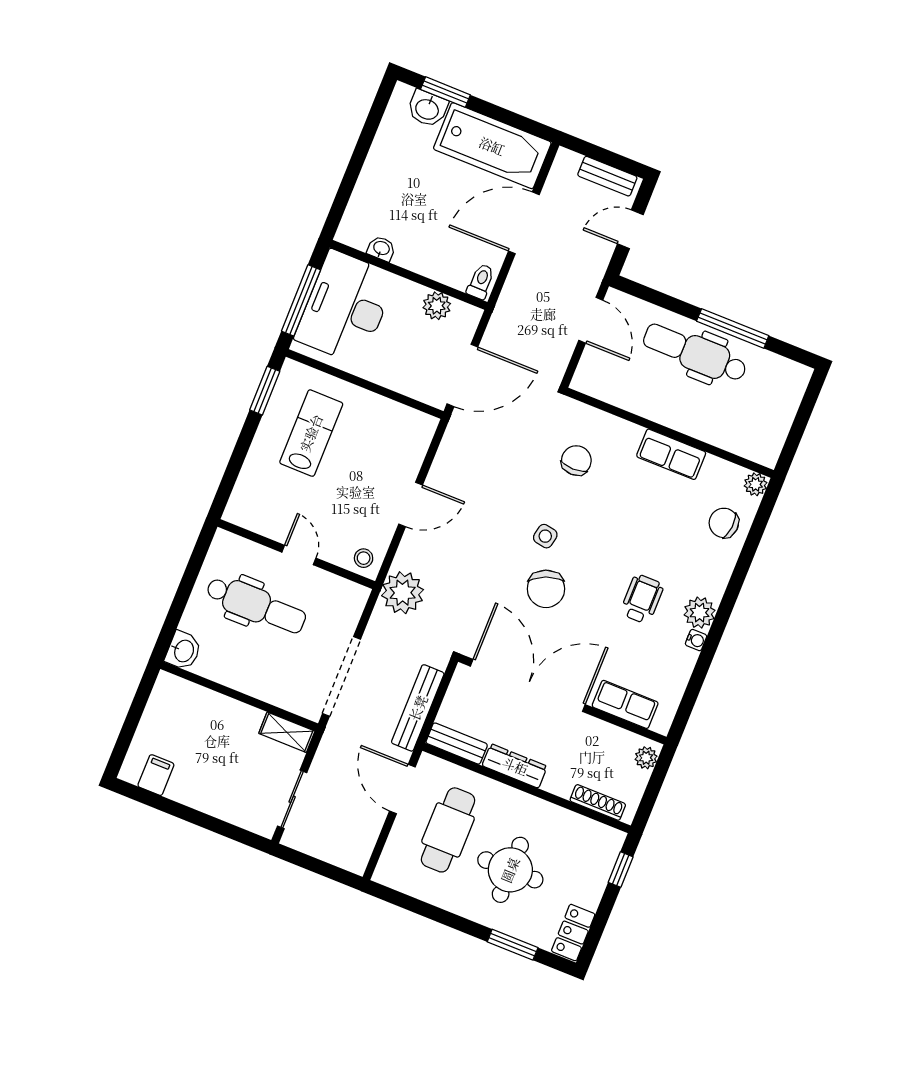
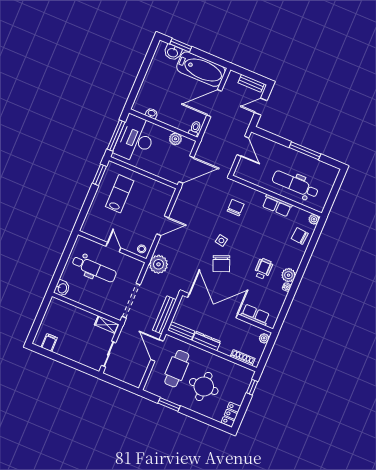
dental chair: (695, 353) -> (295, 185), moved
window: (513, 945) -> (169, 404), moved

